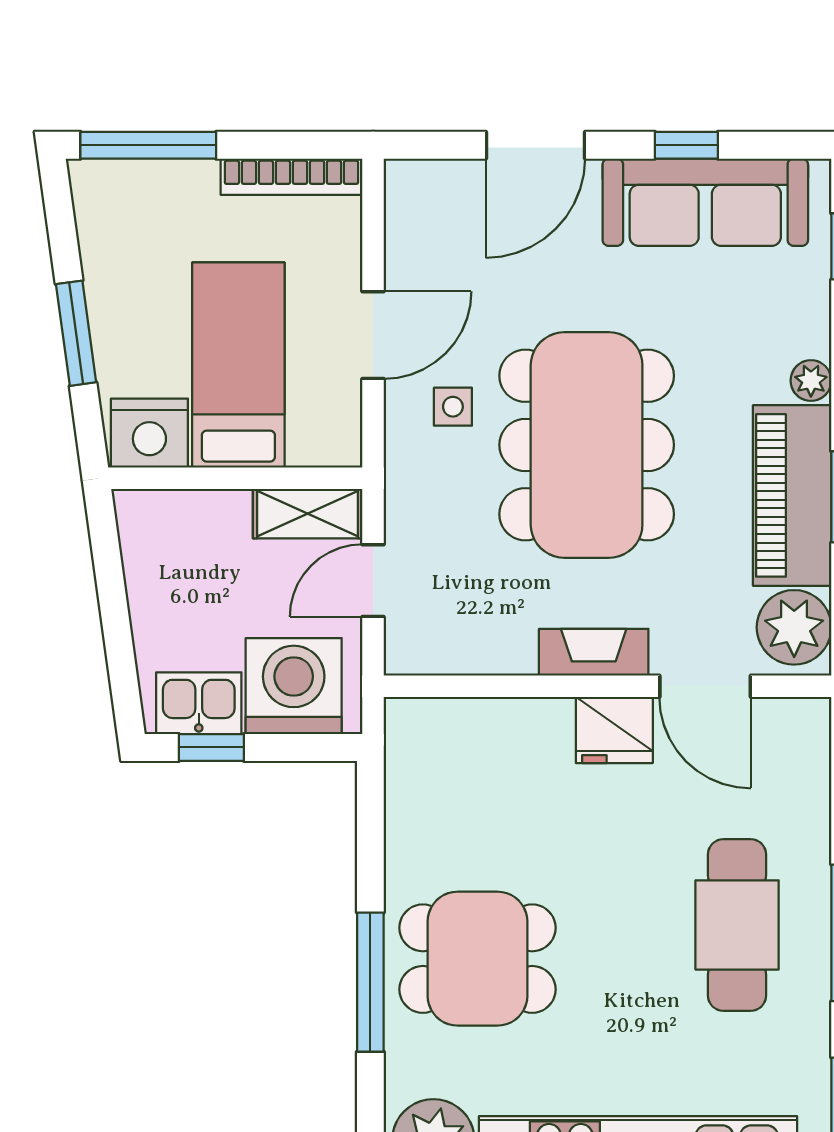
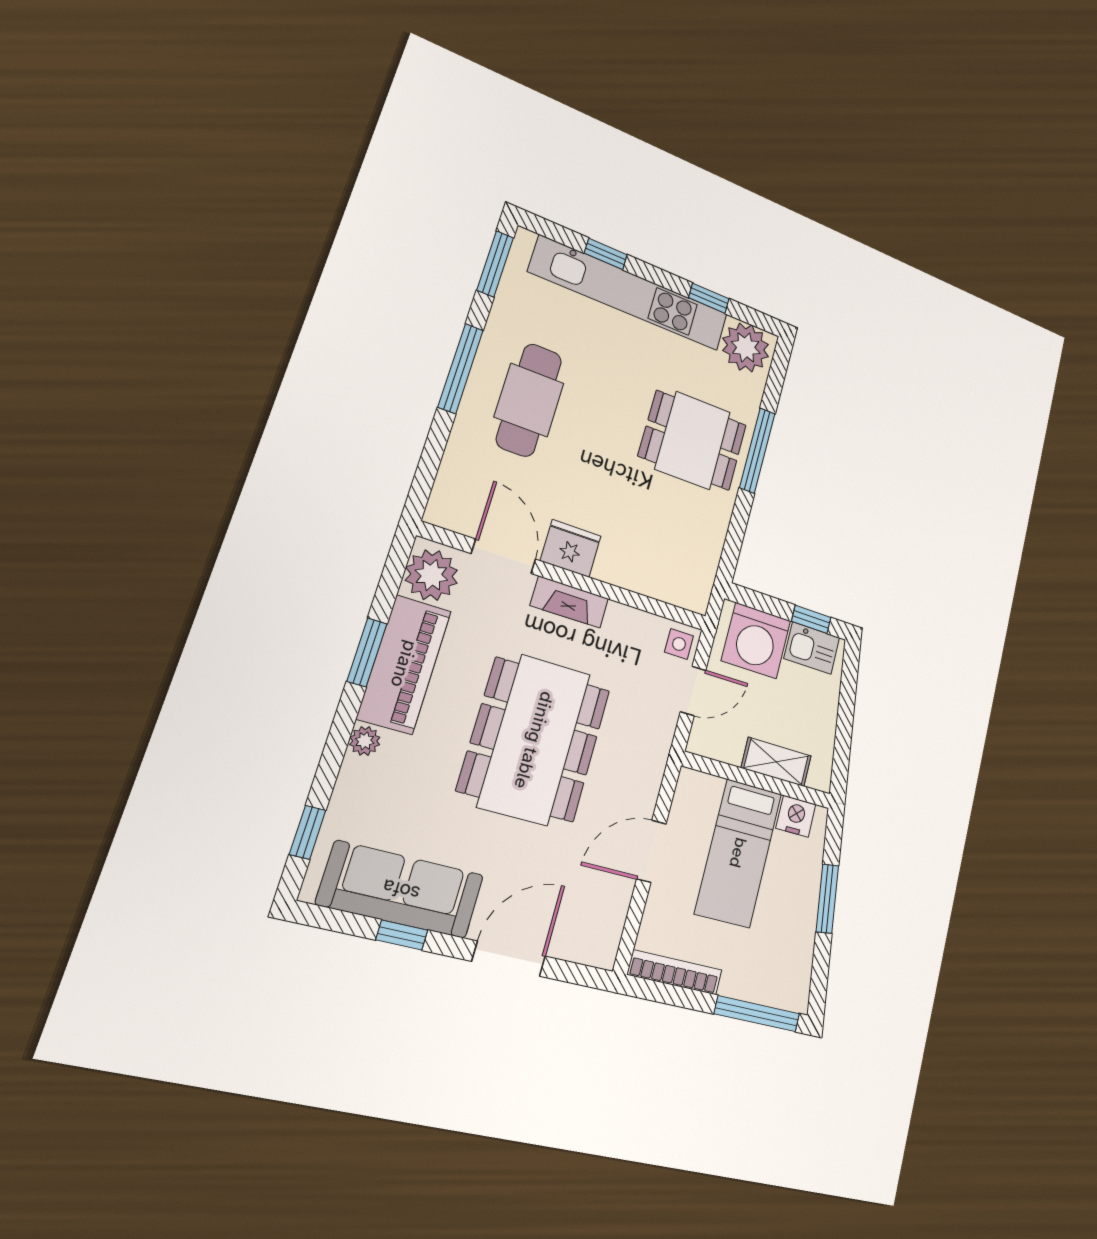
side table: (453, 407) -> (679, 644), moved
nightstand: (149, 433) -> (796, 816), width x0.74, depth x0.75
shelving: (308, 514) -> (776, 762), moved

